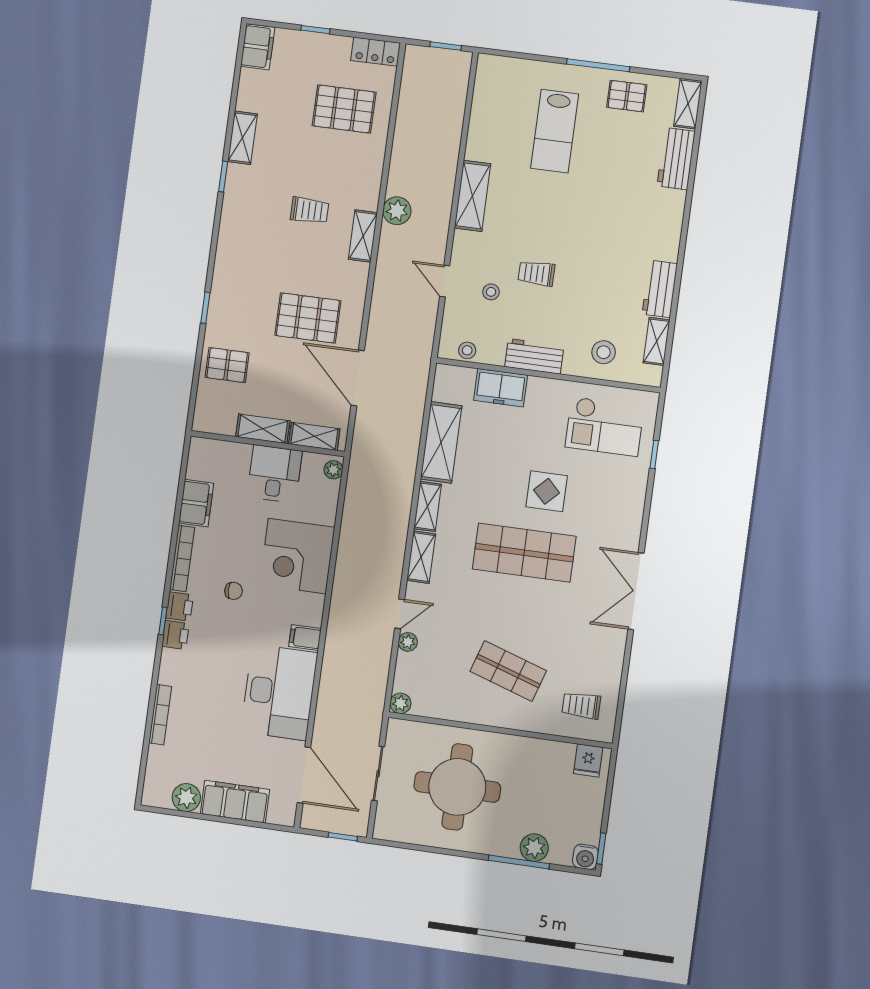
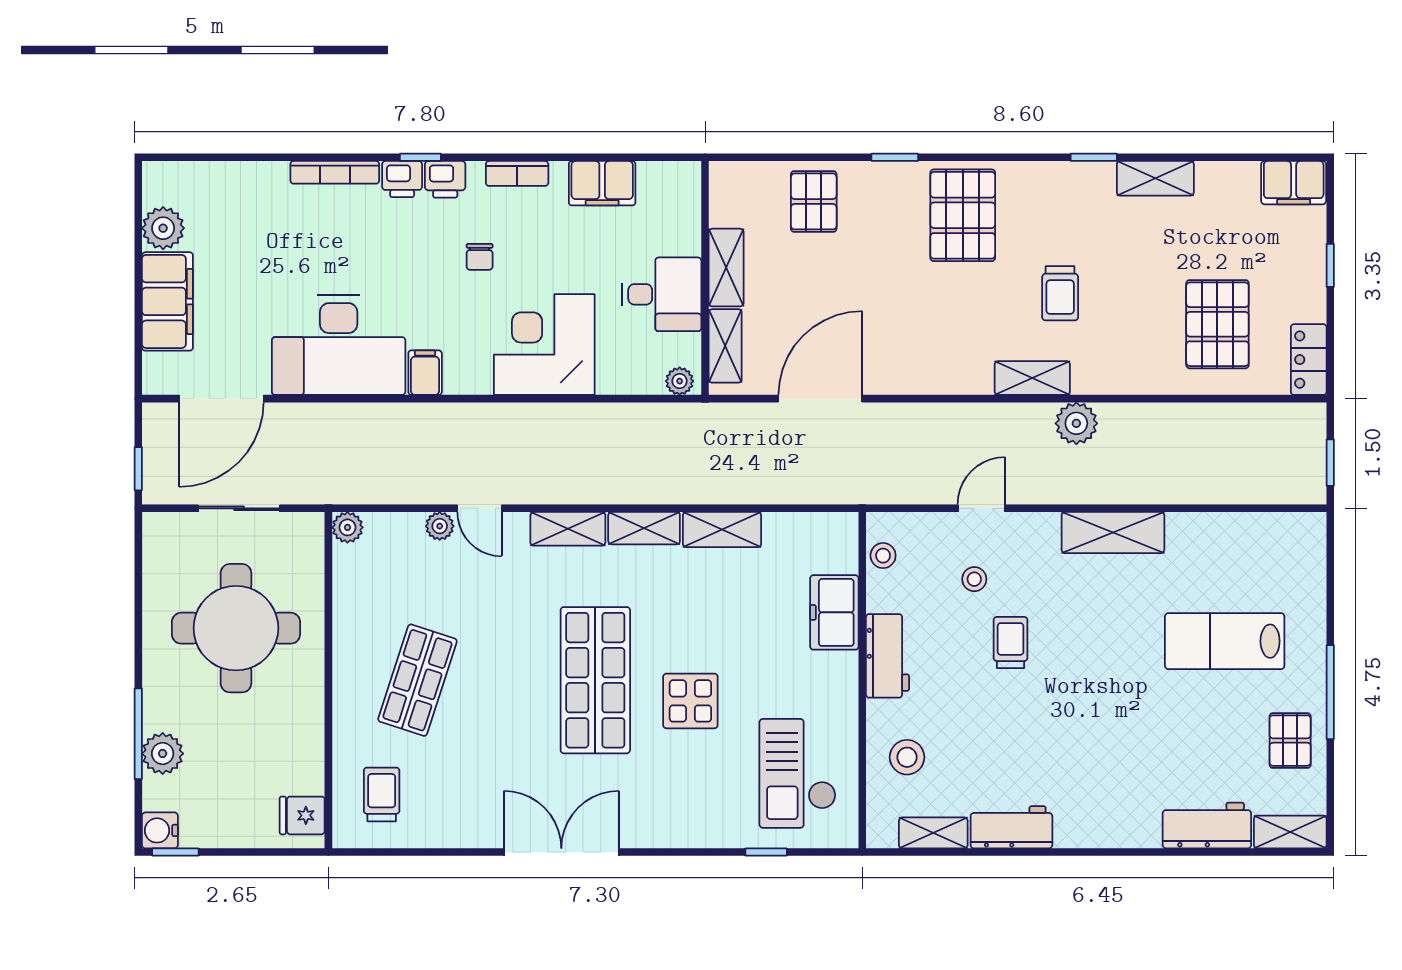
pallet: (308, 318) -> (963, 215), moved
shelving: (441, 442) -> (722, 530), width x0.67, depth x0.75
bookcase: (182, 558) -> (517, 173), width x0.64
bookcase: (160, 715) -> (335, 172), moved

